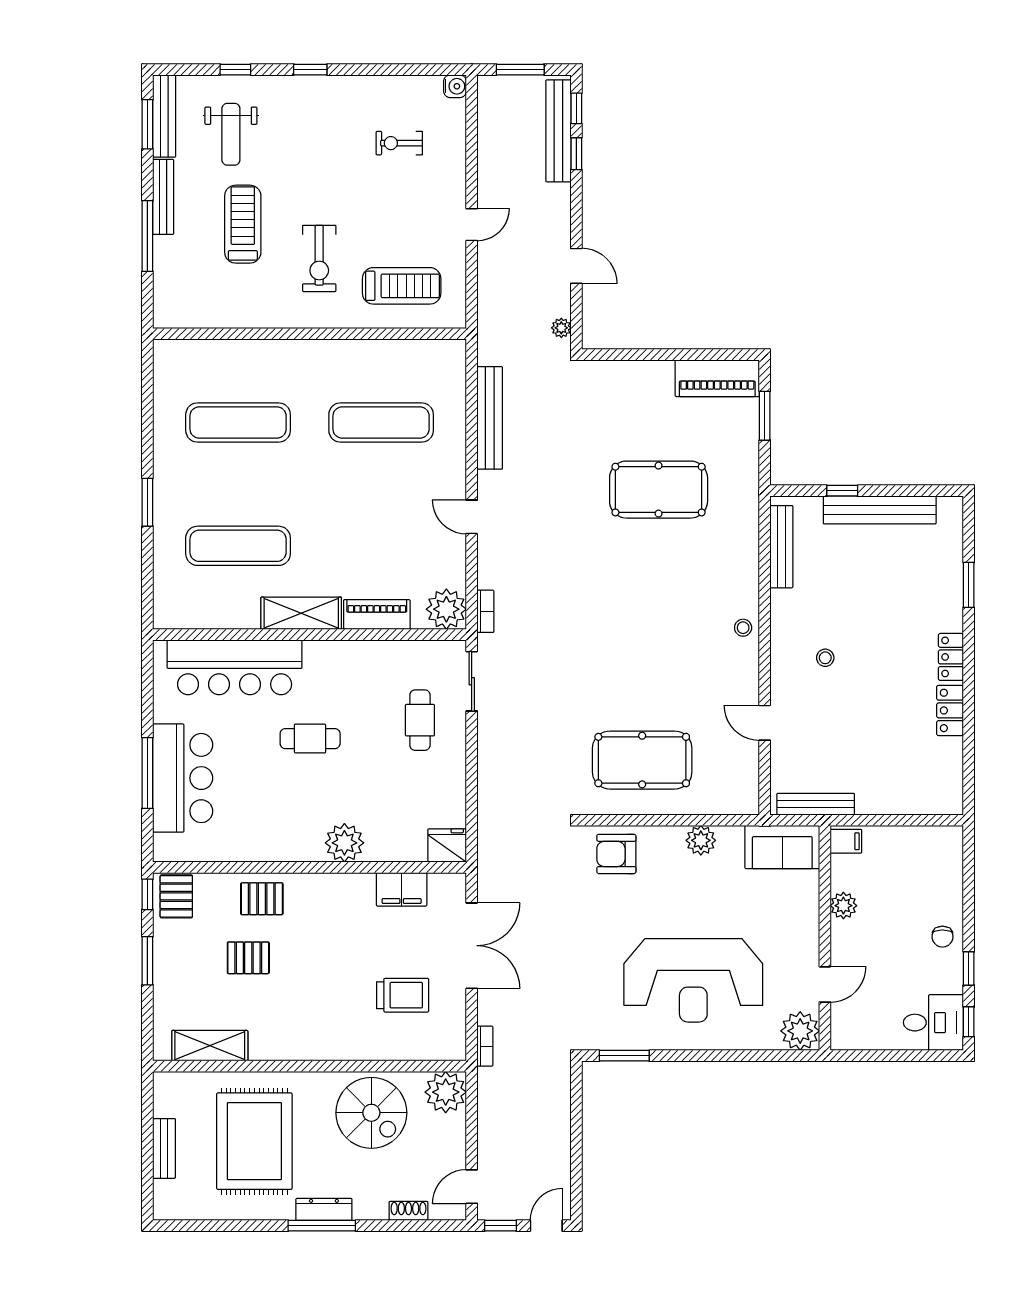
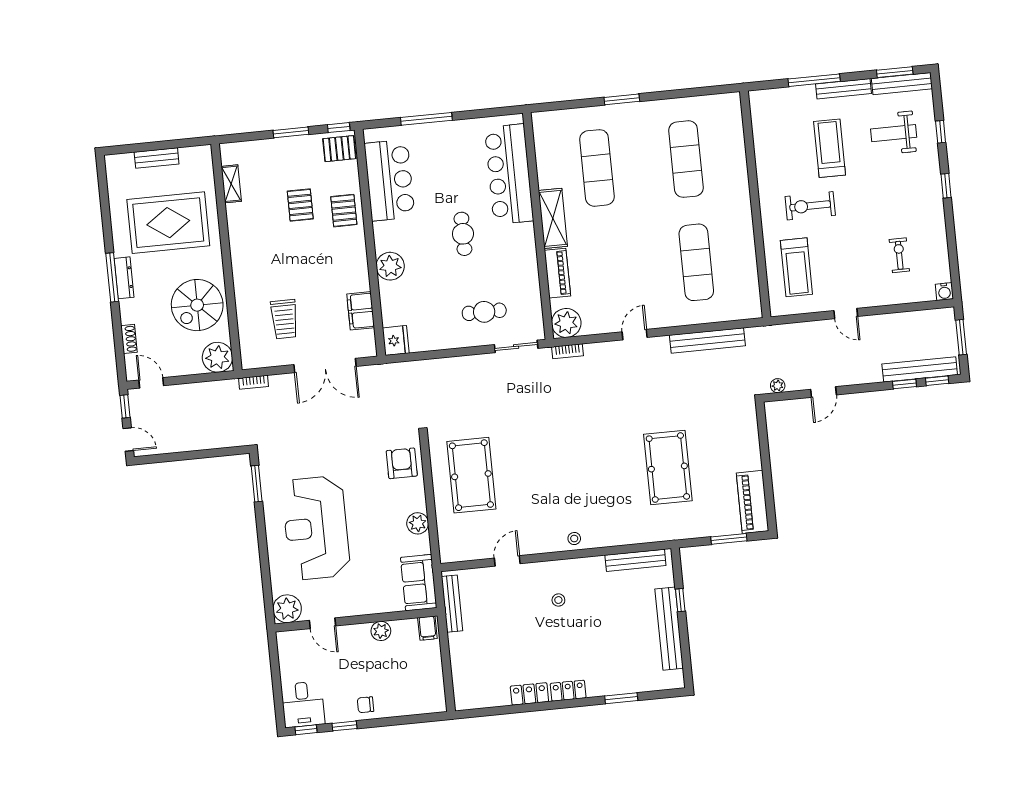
treadmill: (243, 224) -> (830, 148), turned -90
bar counter: (183, 778) -> (389, 180), moved, turned -90
shelving: (210, 1046) -> (231, 184), width x0.67, depth x0.75

